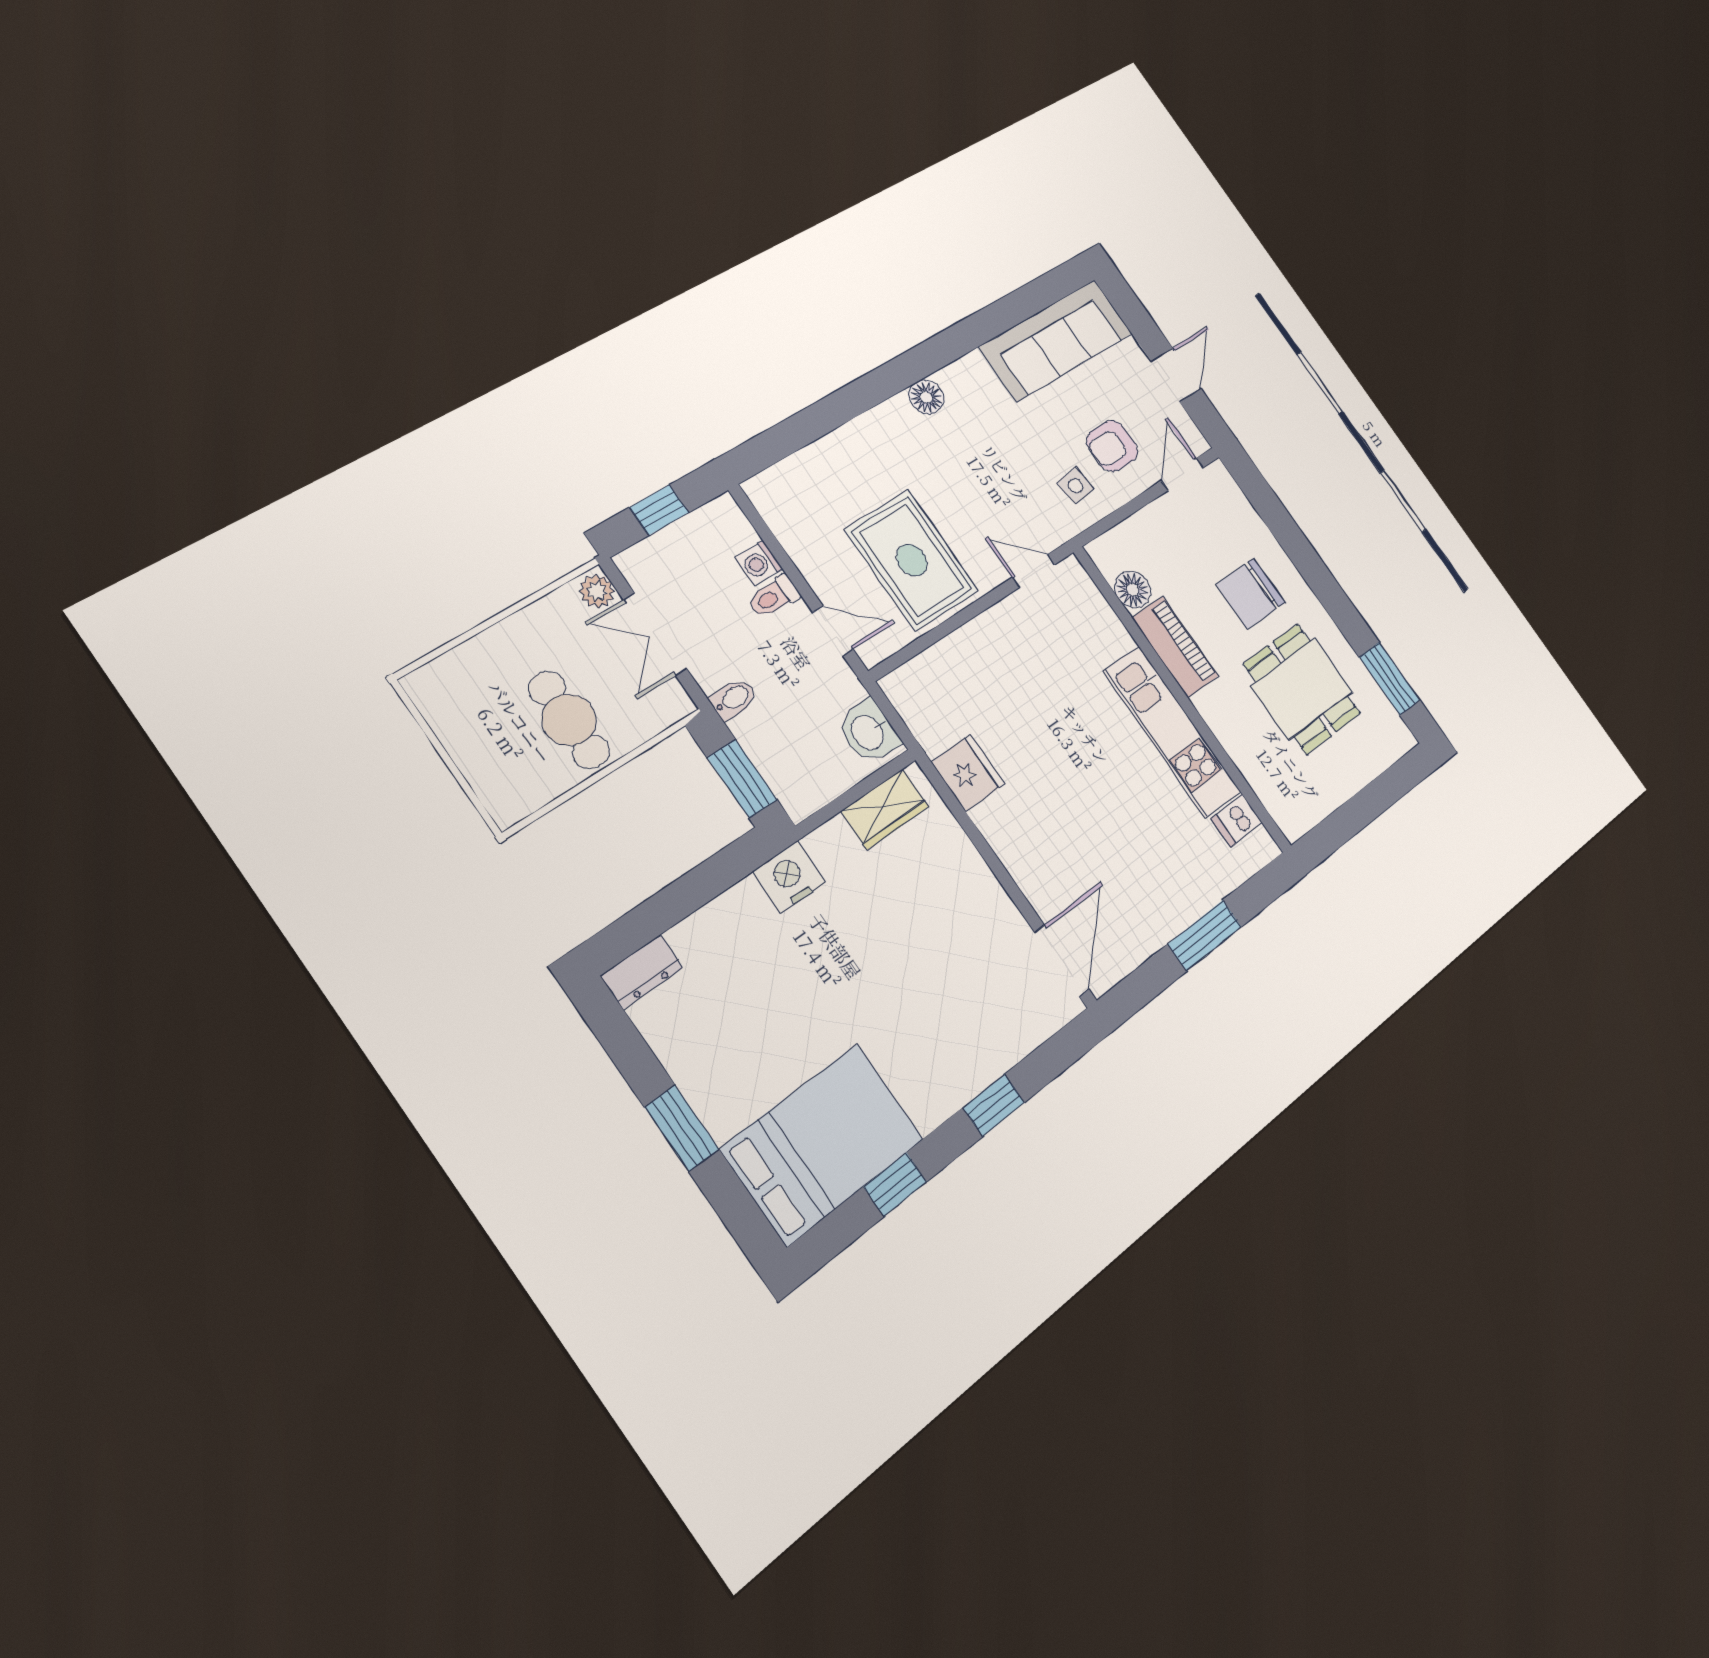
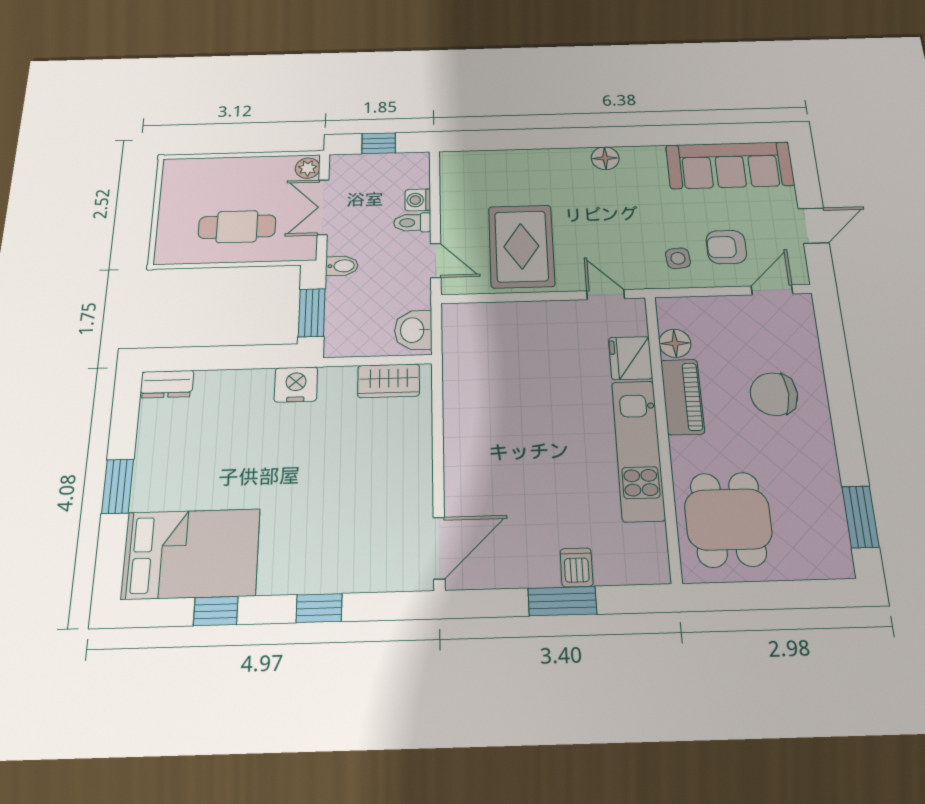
dining table: (1302, 689) -> (728, 519), moved
cafe table: (569, 720) -> (237, 227), turned 90
fridge: (968, 773) -> (631, 358), moved, turned 180
dishwasher: (1237, 820) -> (577, 567), moved, turned 90

